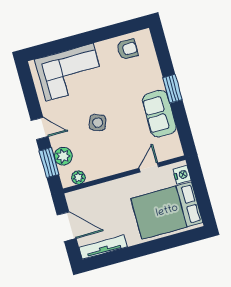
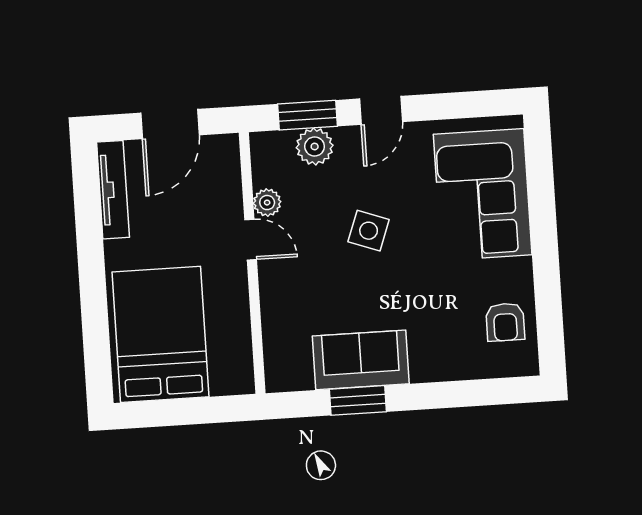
window: (173, 89) -> (358, 400), moved
door: (149, 168) -> (251, 240), moved
nightstand: (182, 175) -> (227, 380), removed
plant: (78, 178) -> (267, 203), moved

